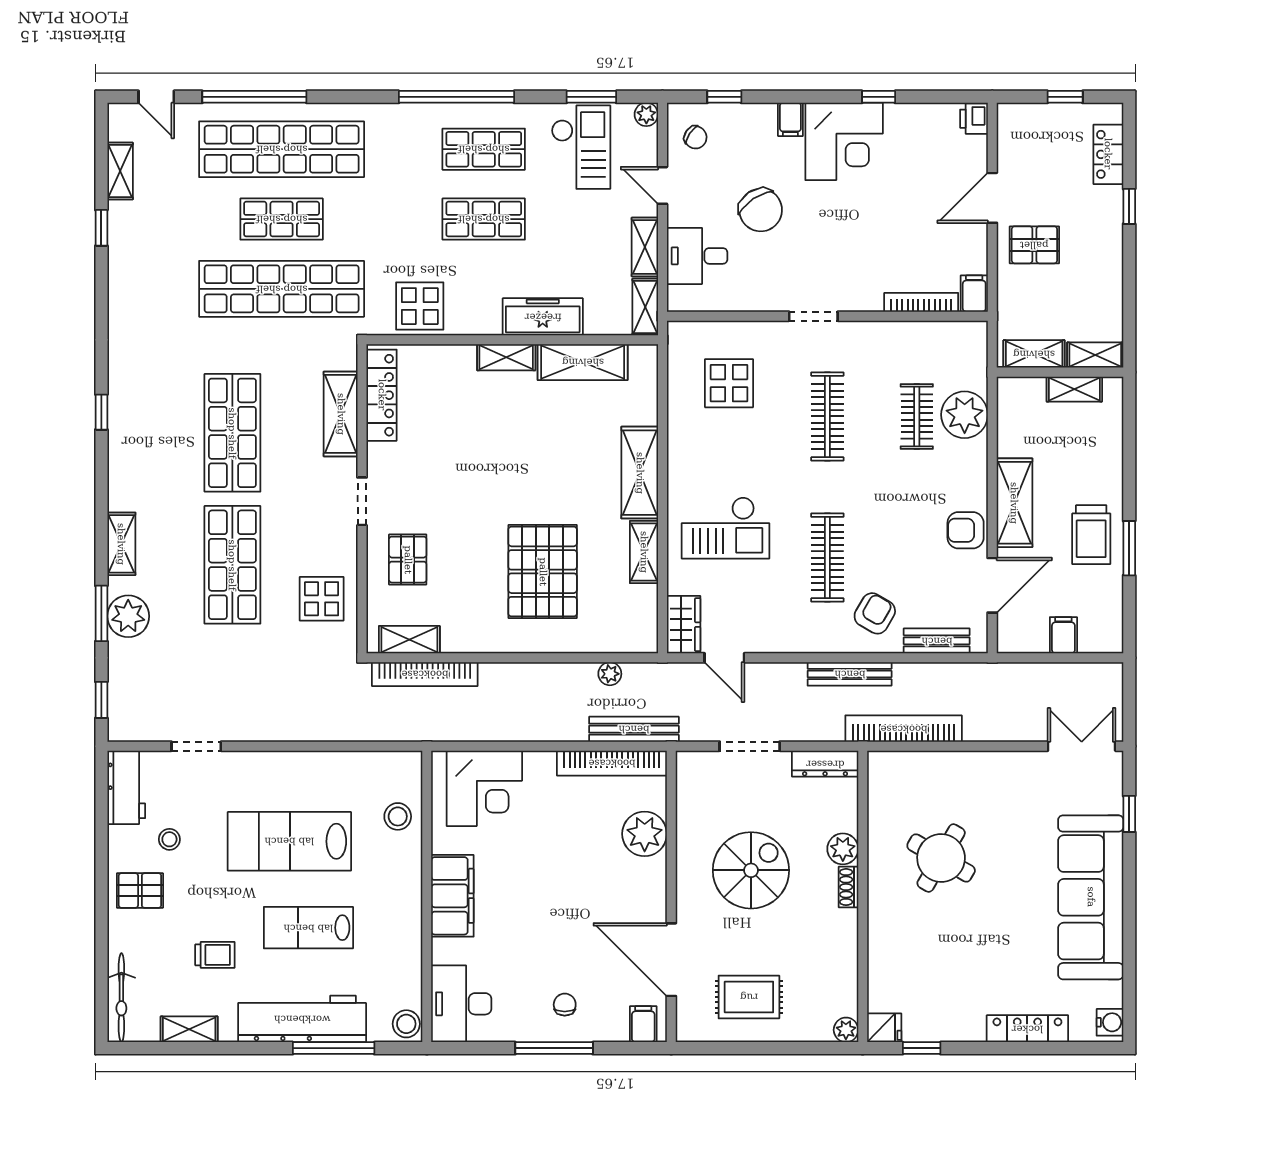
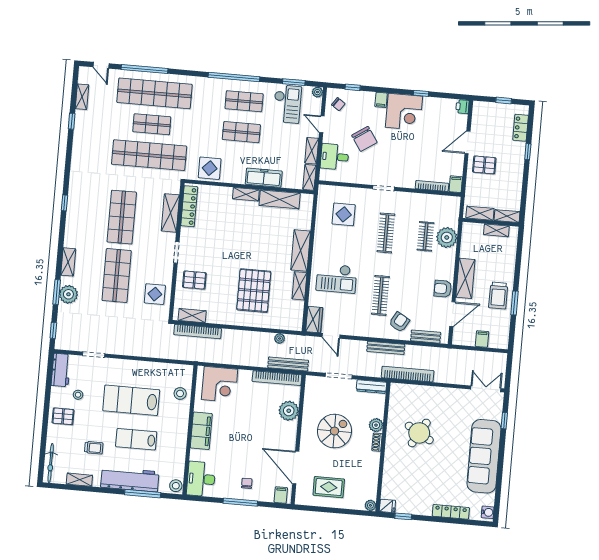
pallet: (408, 560) -> (194, 280), turned 90

